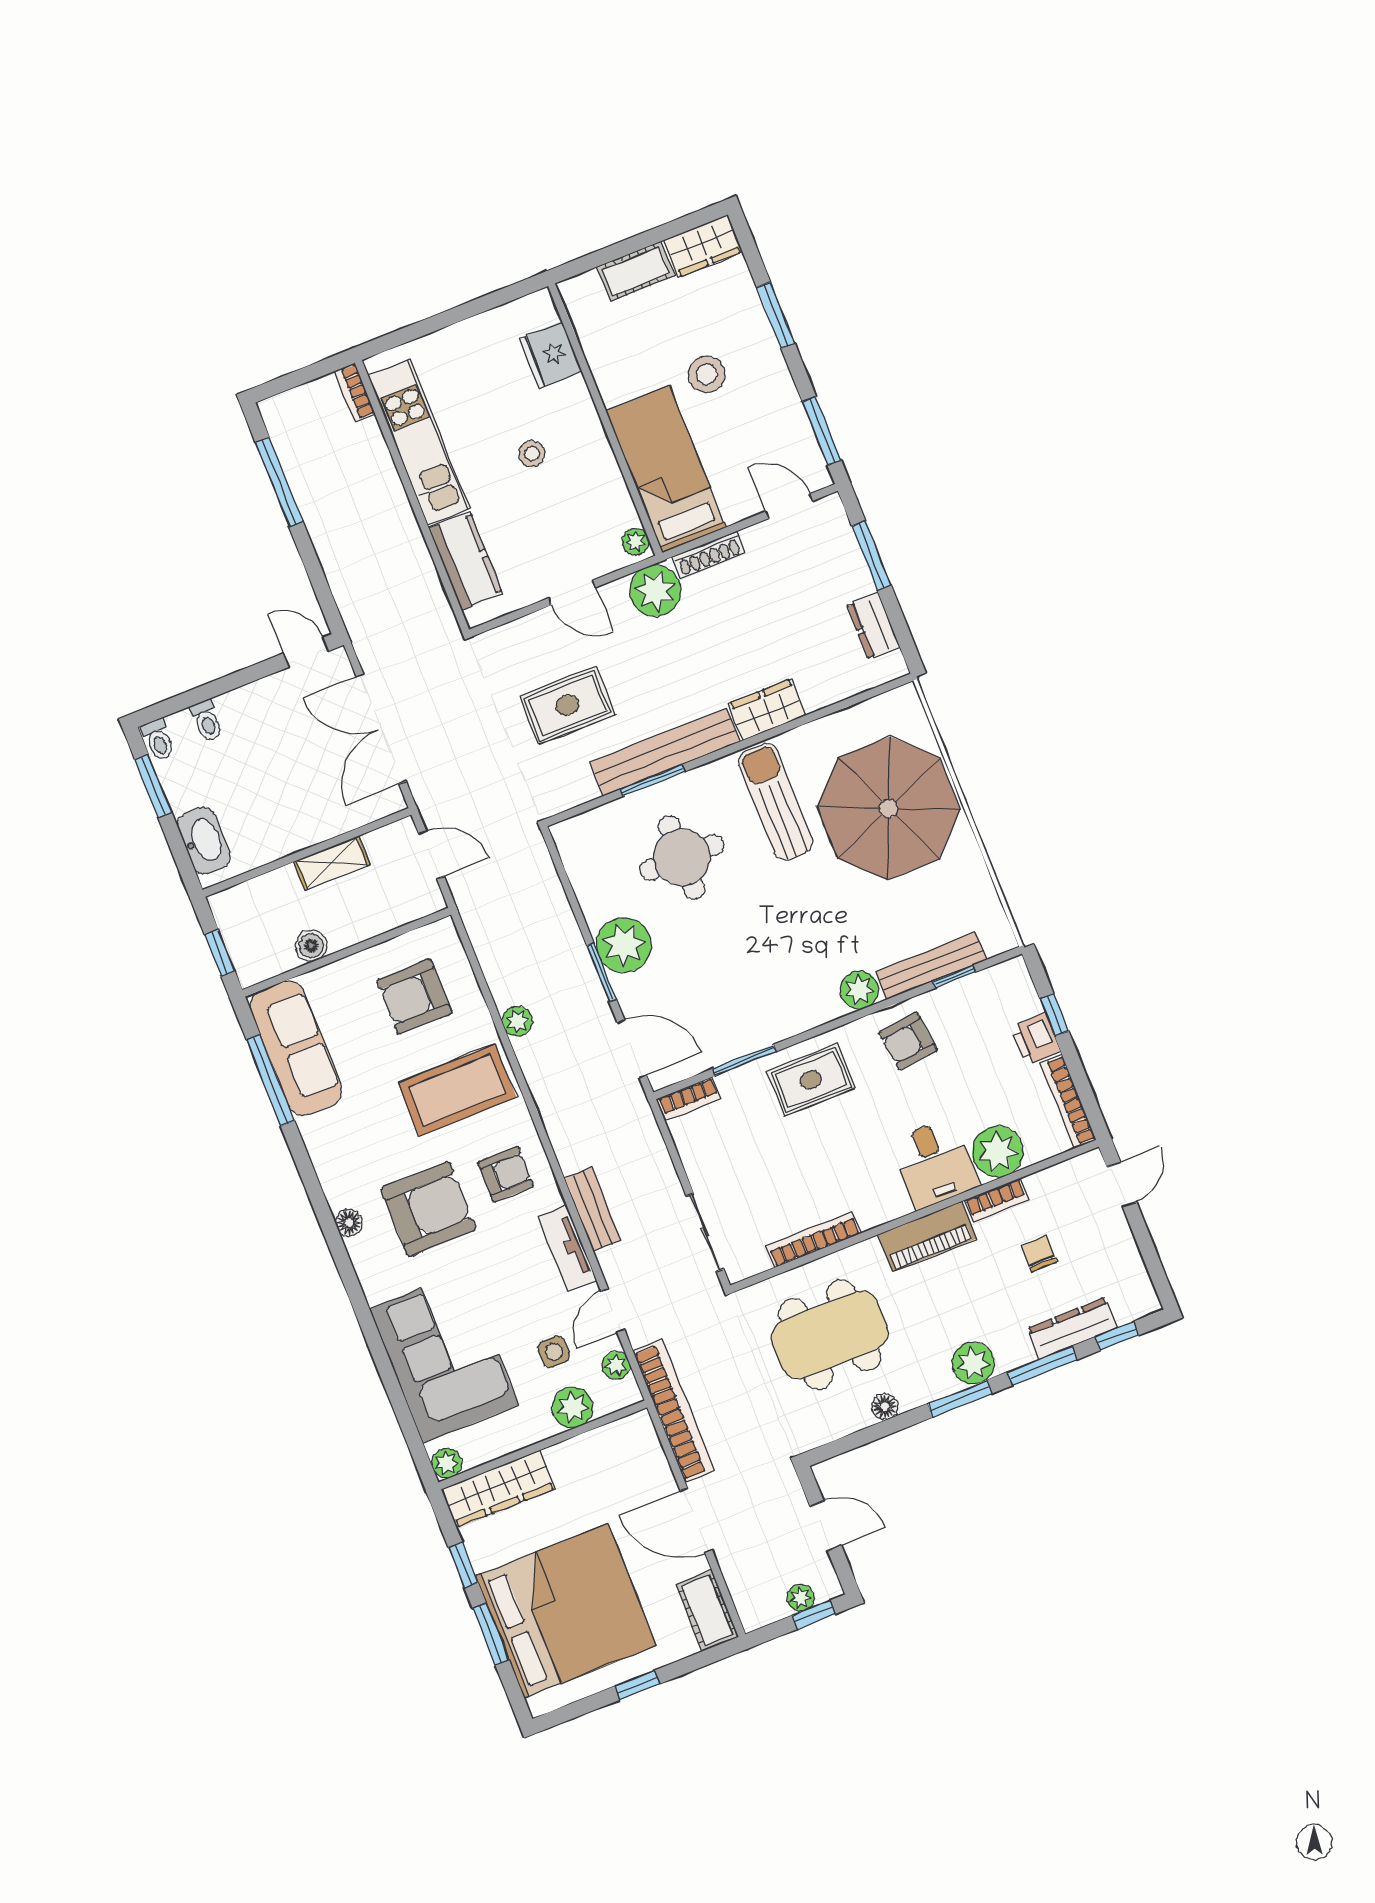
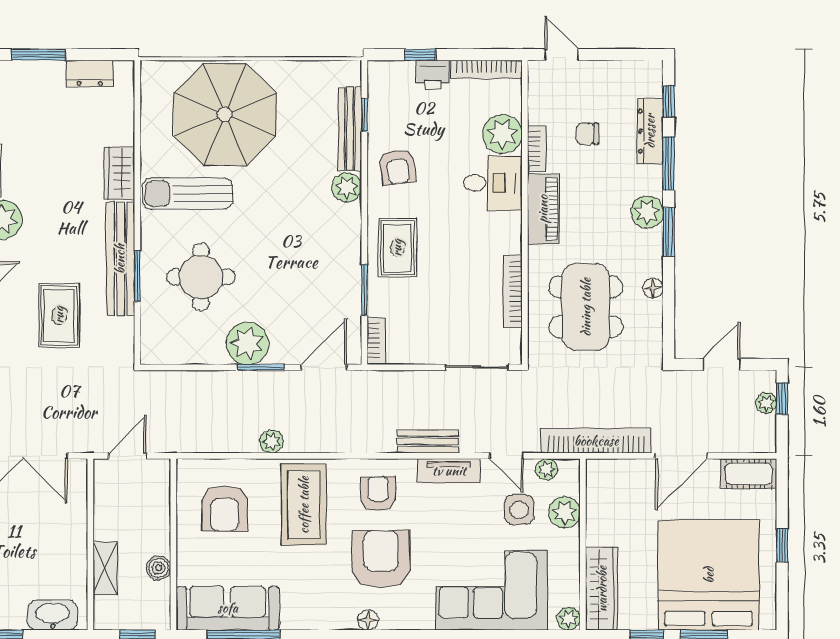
shelving: (332, 863) -> (105, 568), moved
side table: (554, 1352) -> (519, 510), width x1.37, depth x1.37

